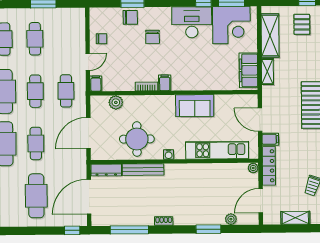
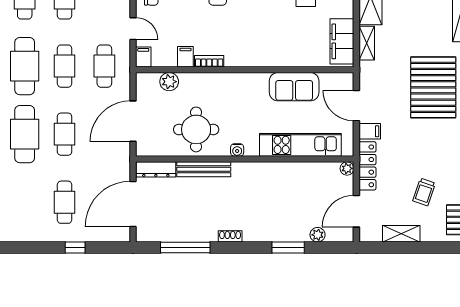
door: (88, 62) -> (133, 29), hinge flipped
filing cabinet: (165, 83) -> (185, 57), moved
sofa: (195, 106) -> (294, 87), moved
cafe table: (36, 196) -> (65, 202), width x0.73, depth x0.74
window: (72, 230) -> (75, 248), moved

